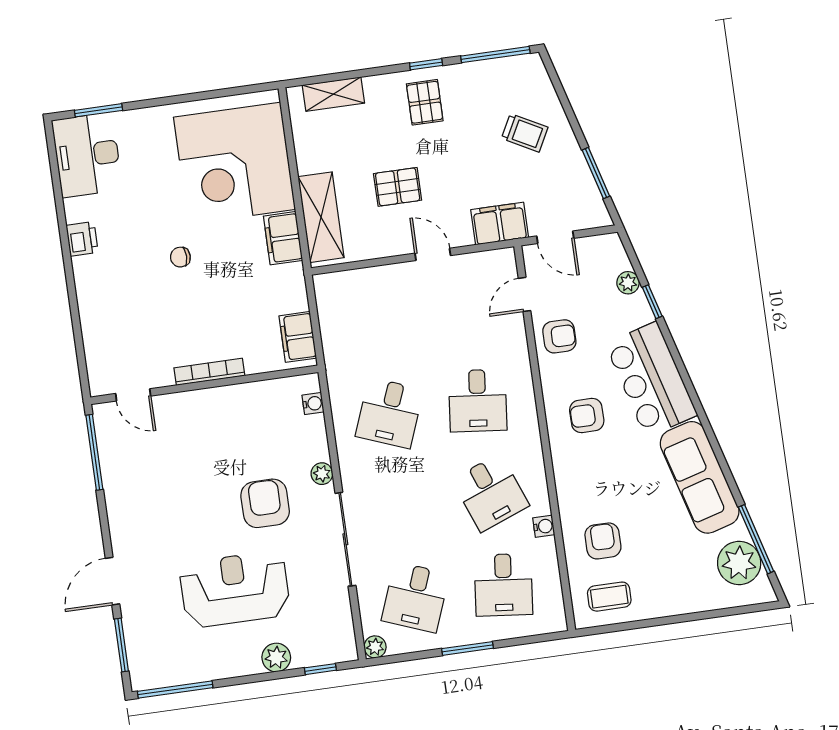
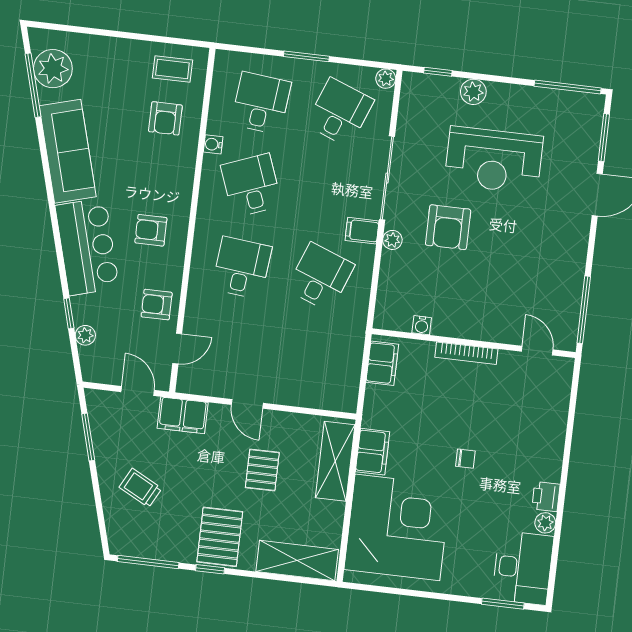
shelving: (333, 94) -> (297, 561), width x1.50, depth x1.33
pallet: (425, 102) -> (220, 537), width x1.50, depth x1.42
pallet: (398, 187) -> (262, 470), turned 90
plant: (75, 210) -> (545, 523), added
water cooler: (313, 404) -> (422, 325), moved, turned -90
armchair: (587, 415) -> (151, 230), turned 180
filing cabinet: (357, 475) -> (362, 231), added

